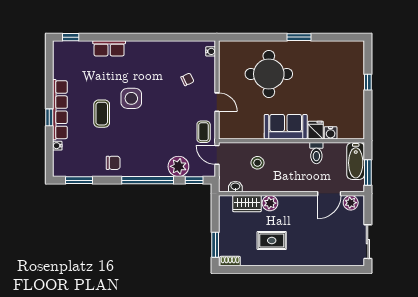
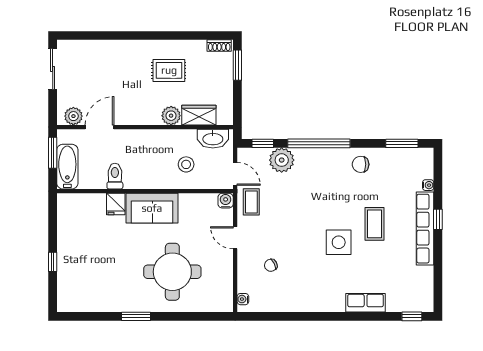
water cooler: (331, 133) -> (226, 201), moved
washbasin: (235, 187) -> (213, 139), width x1.91, depth x1.45

